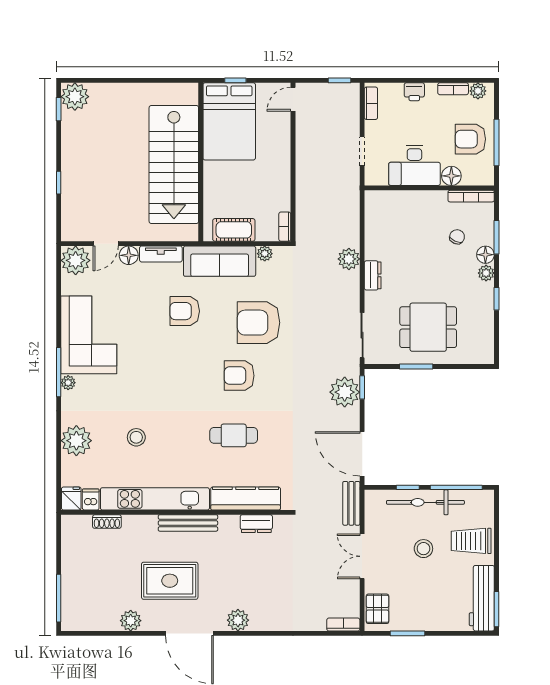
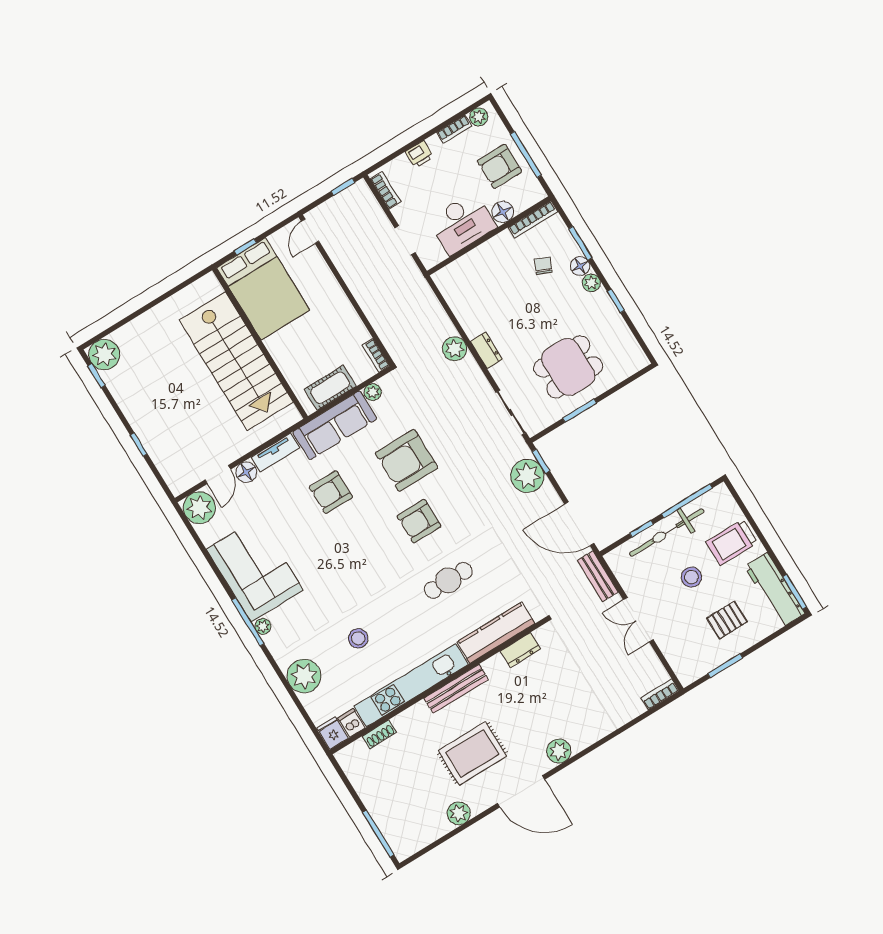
pallet: (377, 609) -> (727, 620), moved, turned 90

